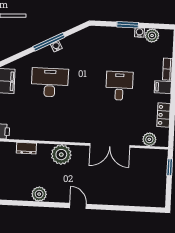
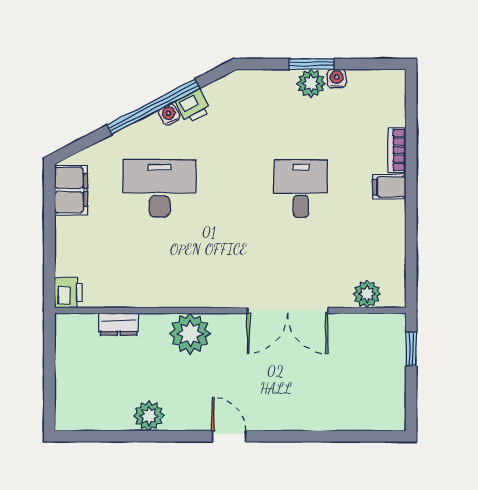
plant: (152, 35) -> (311, 83), moved
window: (49, 42) -> (154, 106), width x1.46
printer: (68, 43) -> (193, 106), added
locker: (164, 115) -> (393, 243), removed

